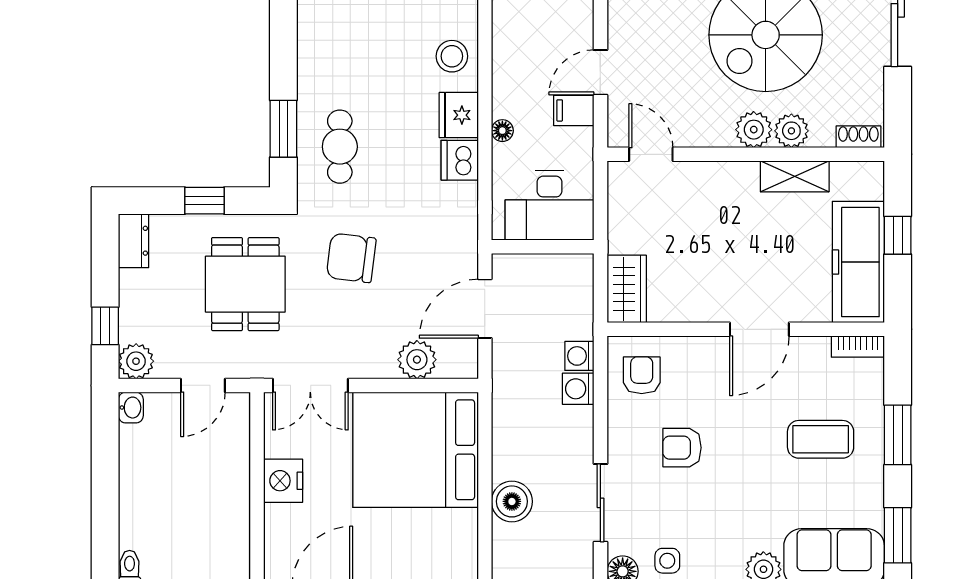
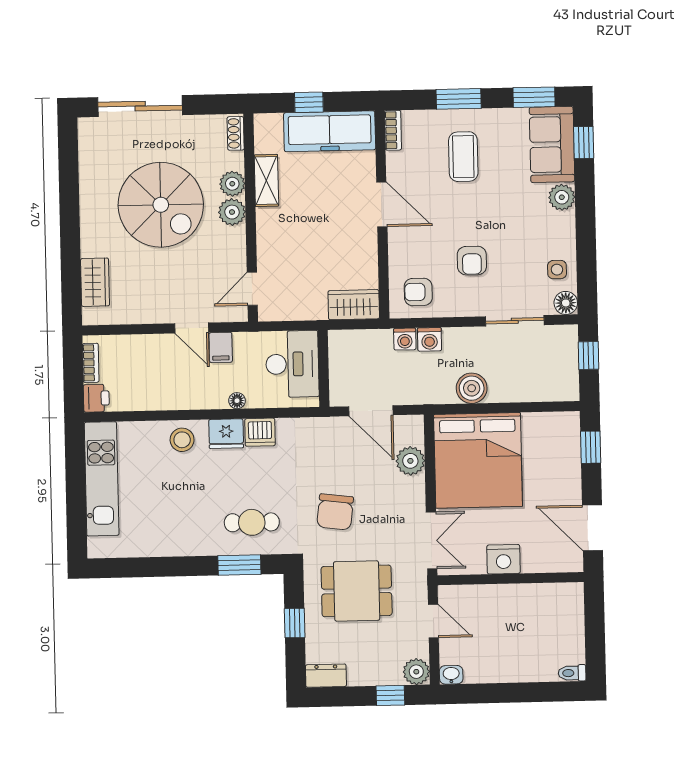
boiler: (512, 501) -> (472, 388), moved

